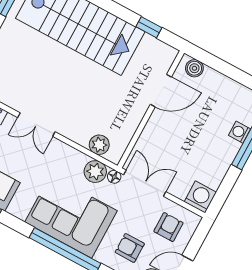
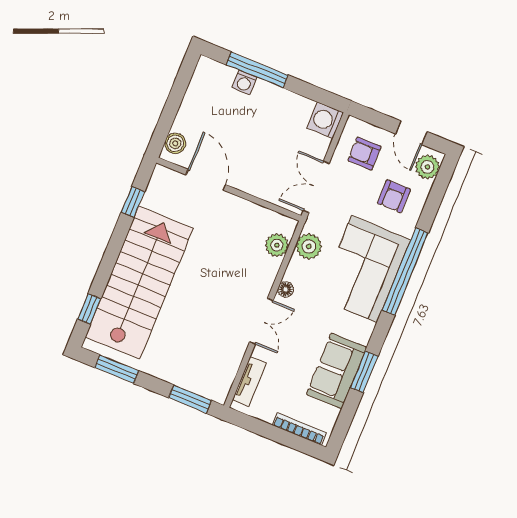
floor lamp: (114, 177) -> (286, 289), moved

